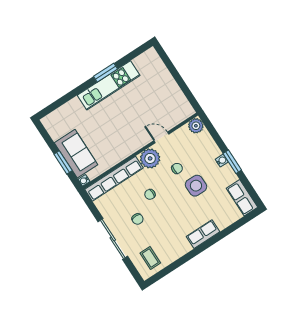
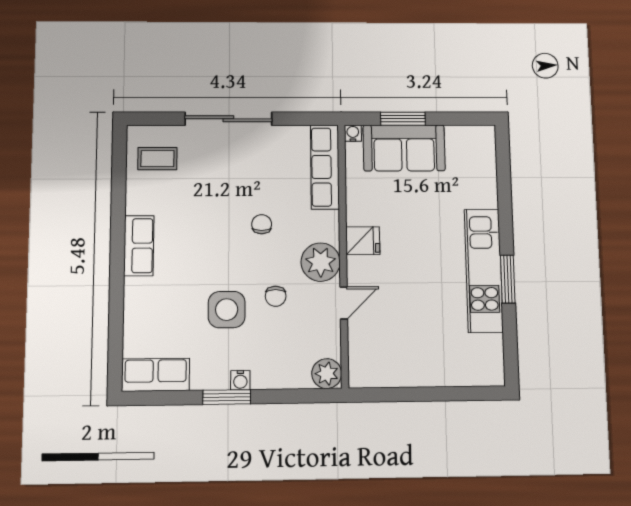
fridge: (129, 146) -> (363, 241), added
row of seats: (114, 179) -> (325, 167), width x0.73
chair: (138, 219) -> (234, 179), removed
row of seats: (203, 234) -> (139, 246), moved

